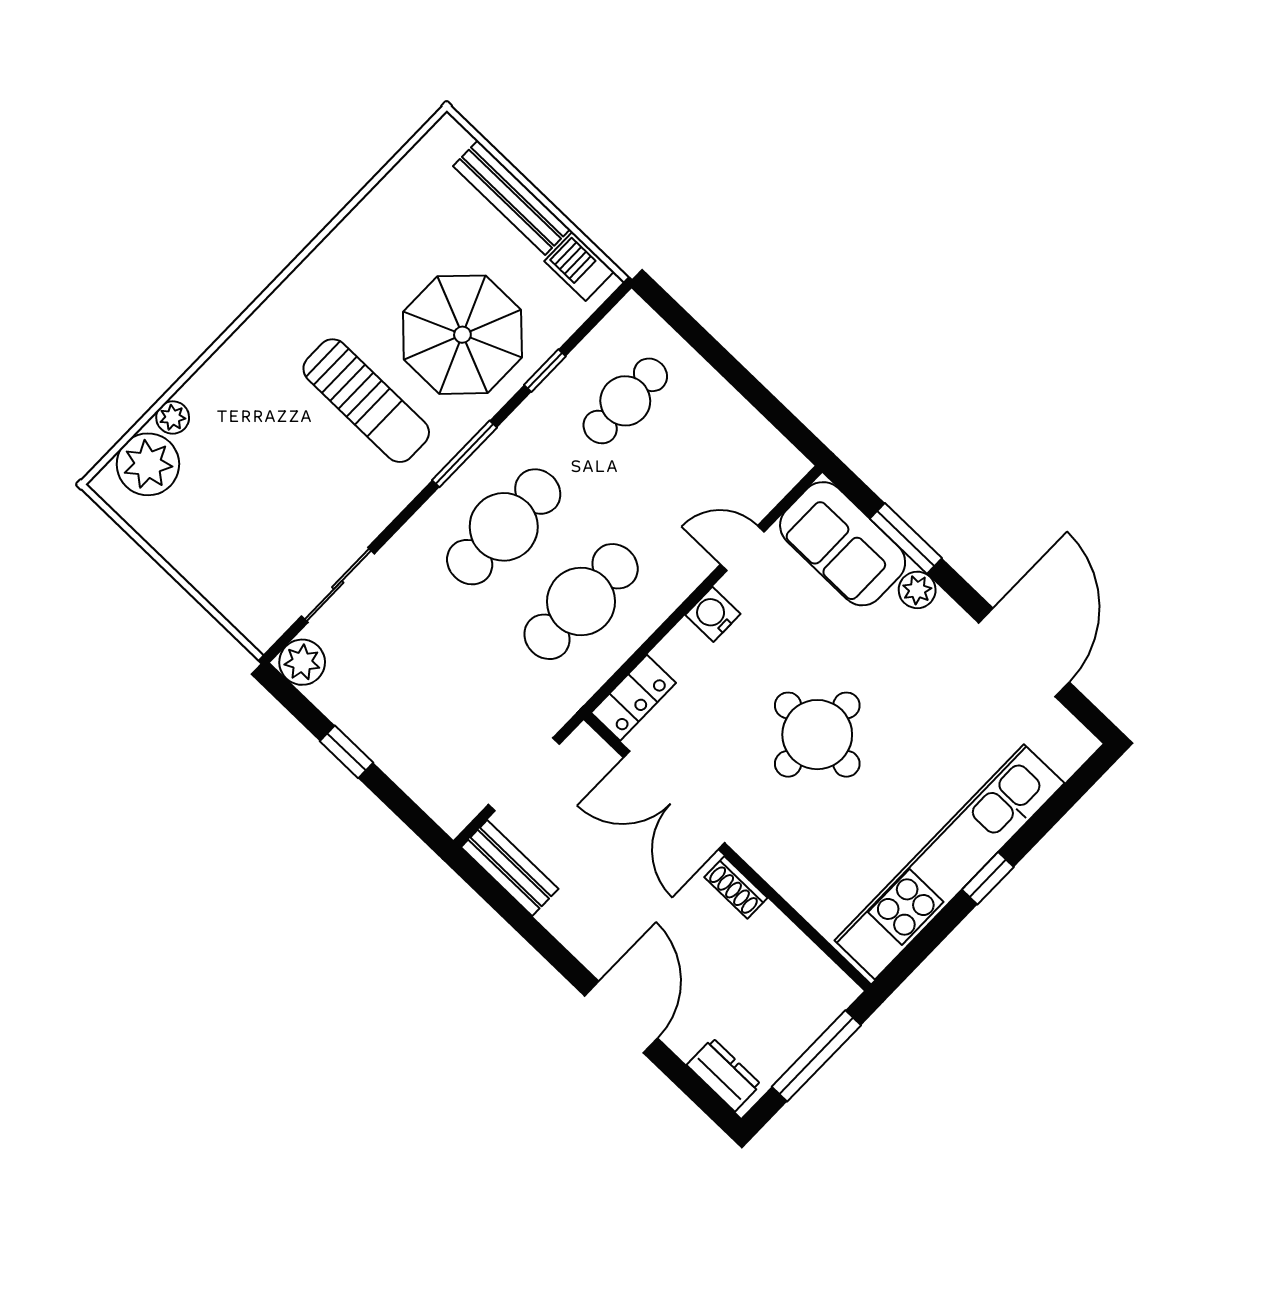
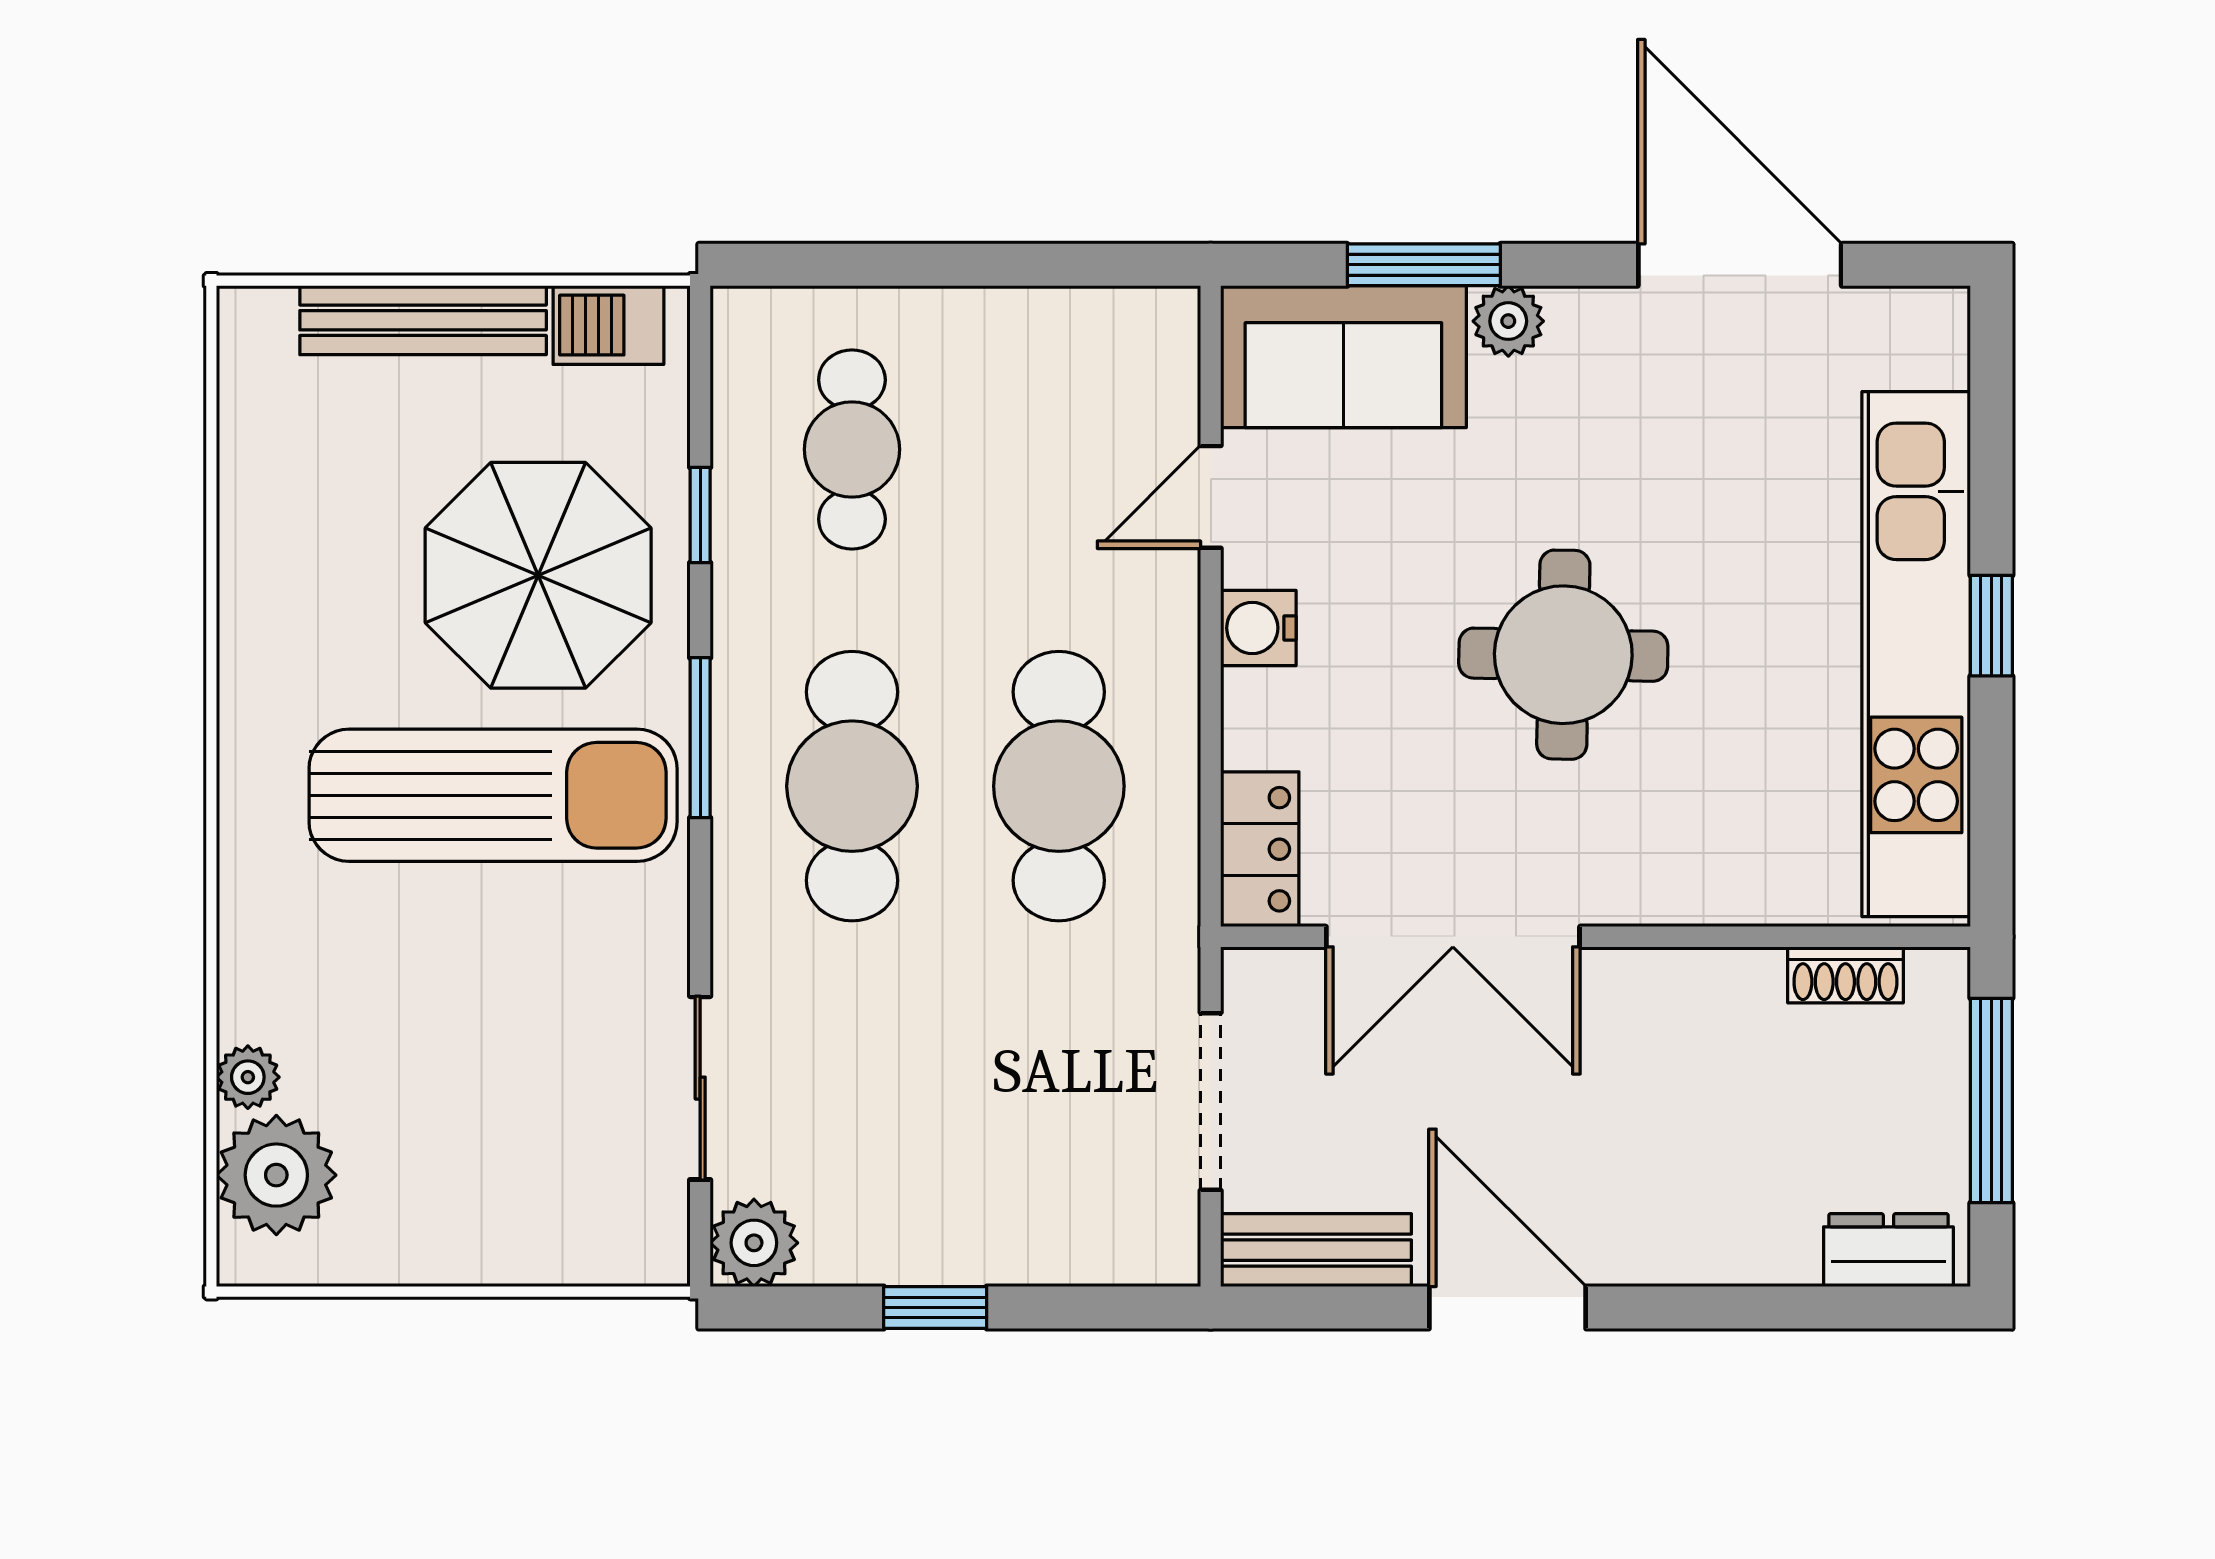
sun lounger: (366, 401) -> (493, 795), width x1.36, depth x1.34
shoe rack: (736, 888) -> (1845, 975), moved
door: (621, 1017) -> (1507, 1308), moved

